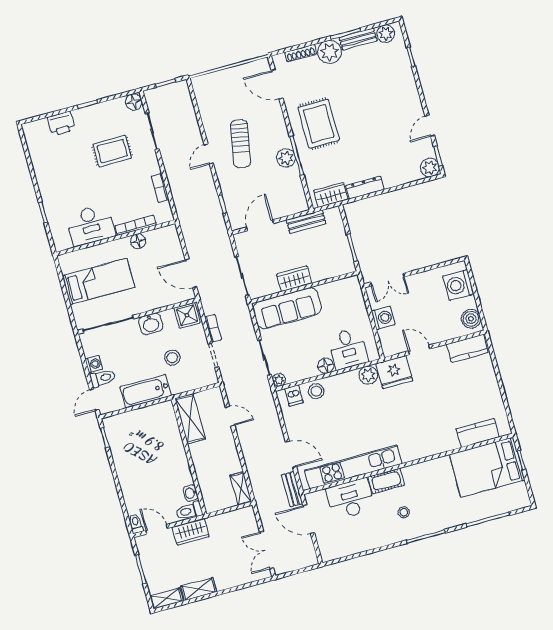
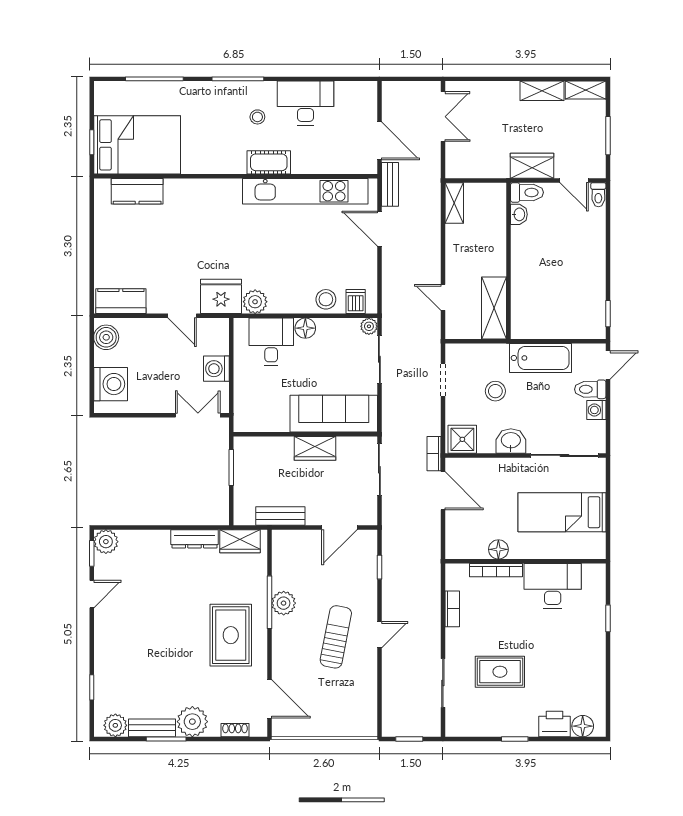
shoe rack: (301, 53) -> (235, 730), width x0.70
floor lamp: (134, 102) -> (583, 726), moved
bookcase: (213, 328) -> (434, 454), moved
desk: (350, 499) -> (305, 103), moved, turned 180

